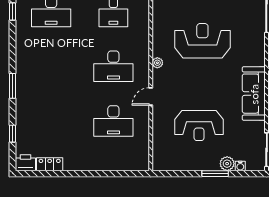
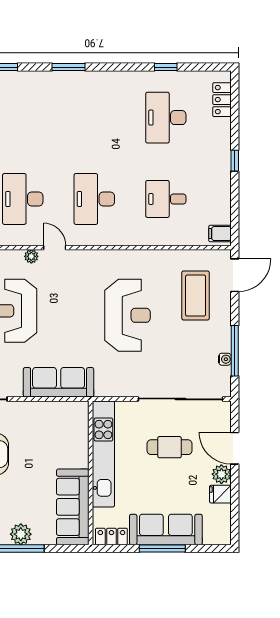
plant: (157, 63) -> (31, 256), moved

